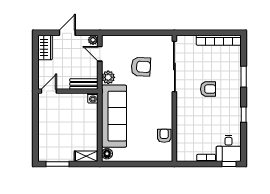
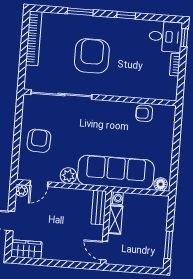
armchair: (141, 67) -> (39, 141), moved
bench: (84, 84) -> (99, 208), moved
armchair: (208, 89) -> (92, 56), width x1.88, depth x1.88
door: (49, 91) -> (104, 251), moved
wall: (68, 91) -> (106, 228), moved
washing machine: (93, 98) -> (117, 198), moved
shelving: (86, 156) -> (115, 220), moved

